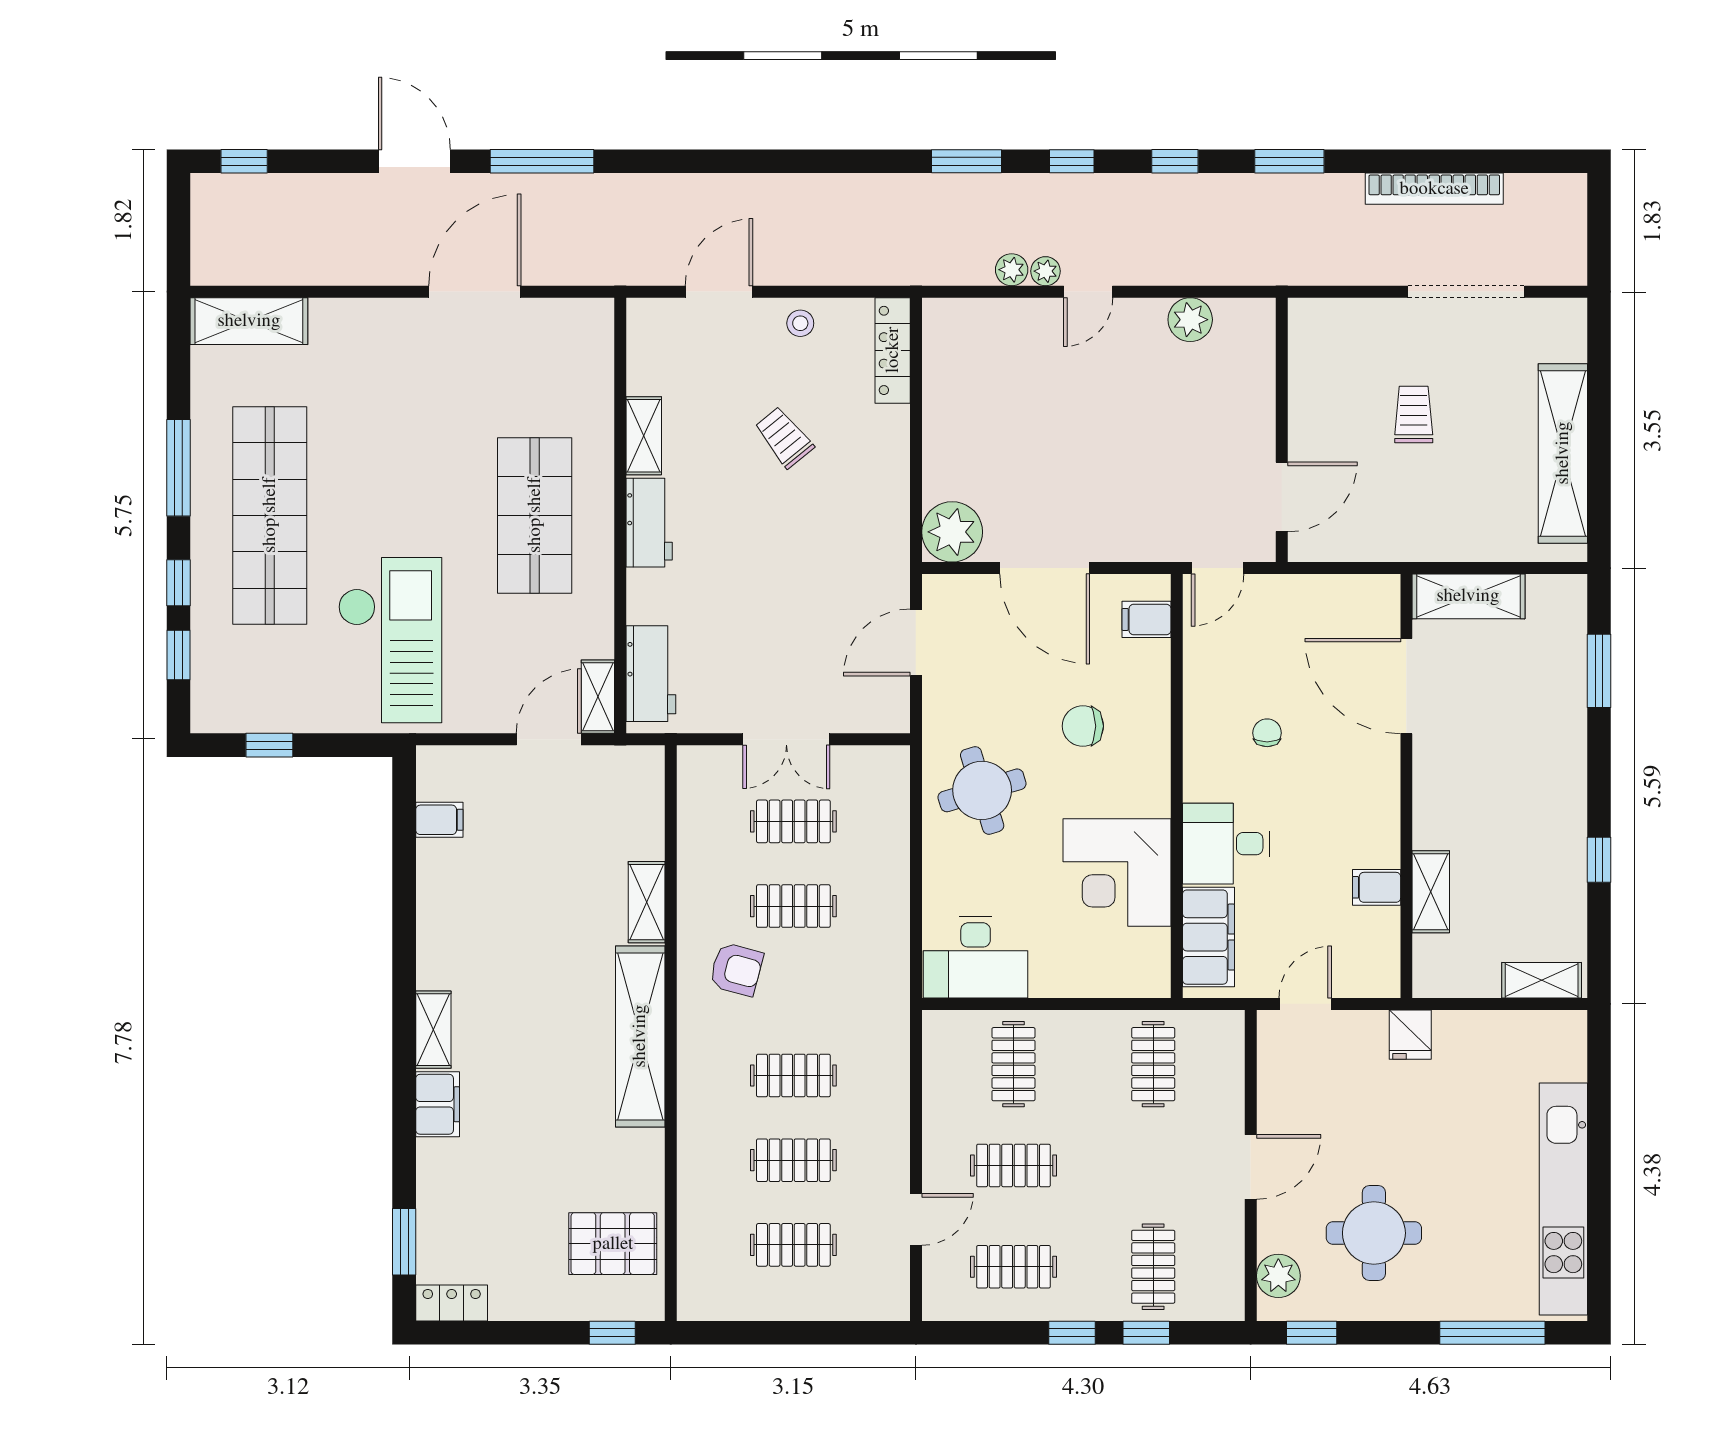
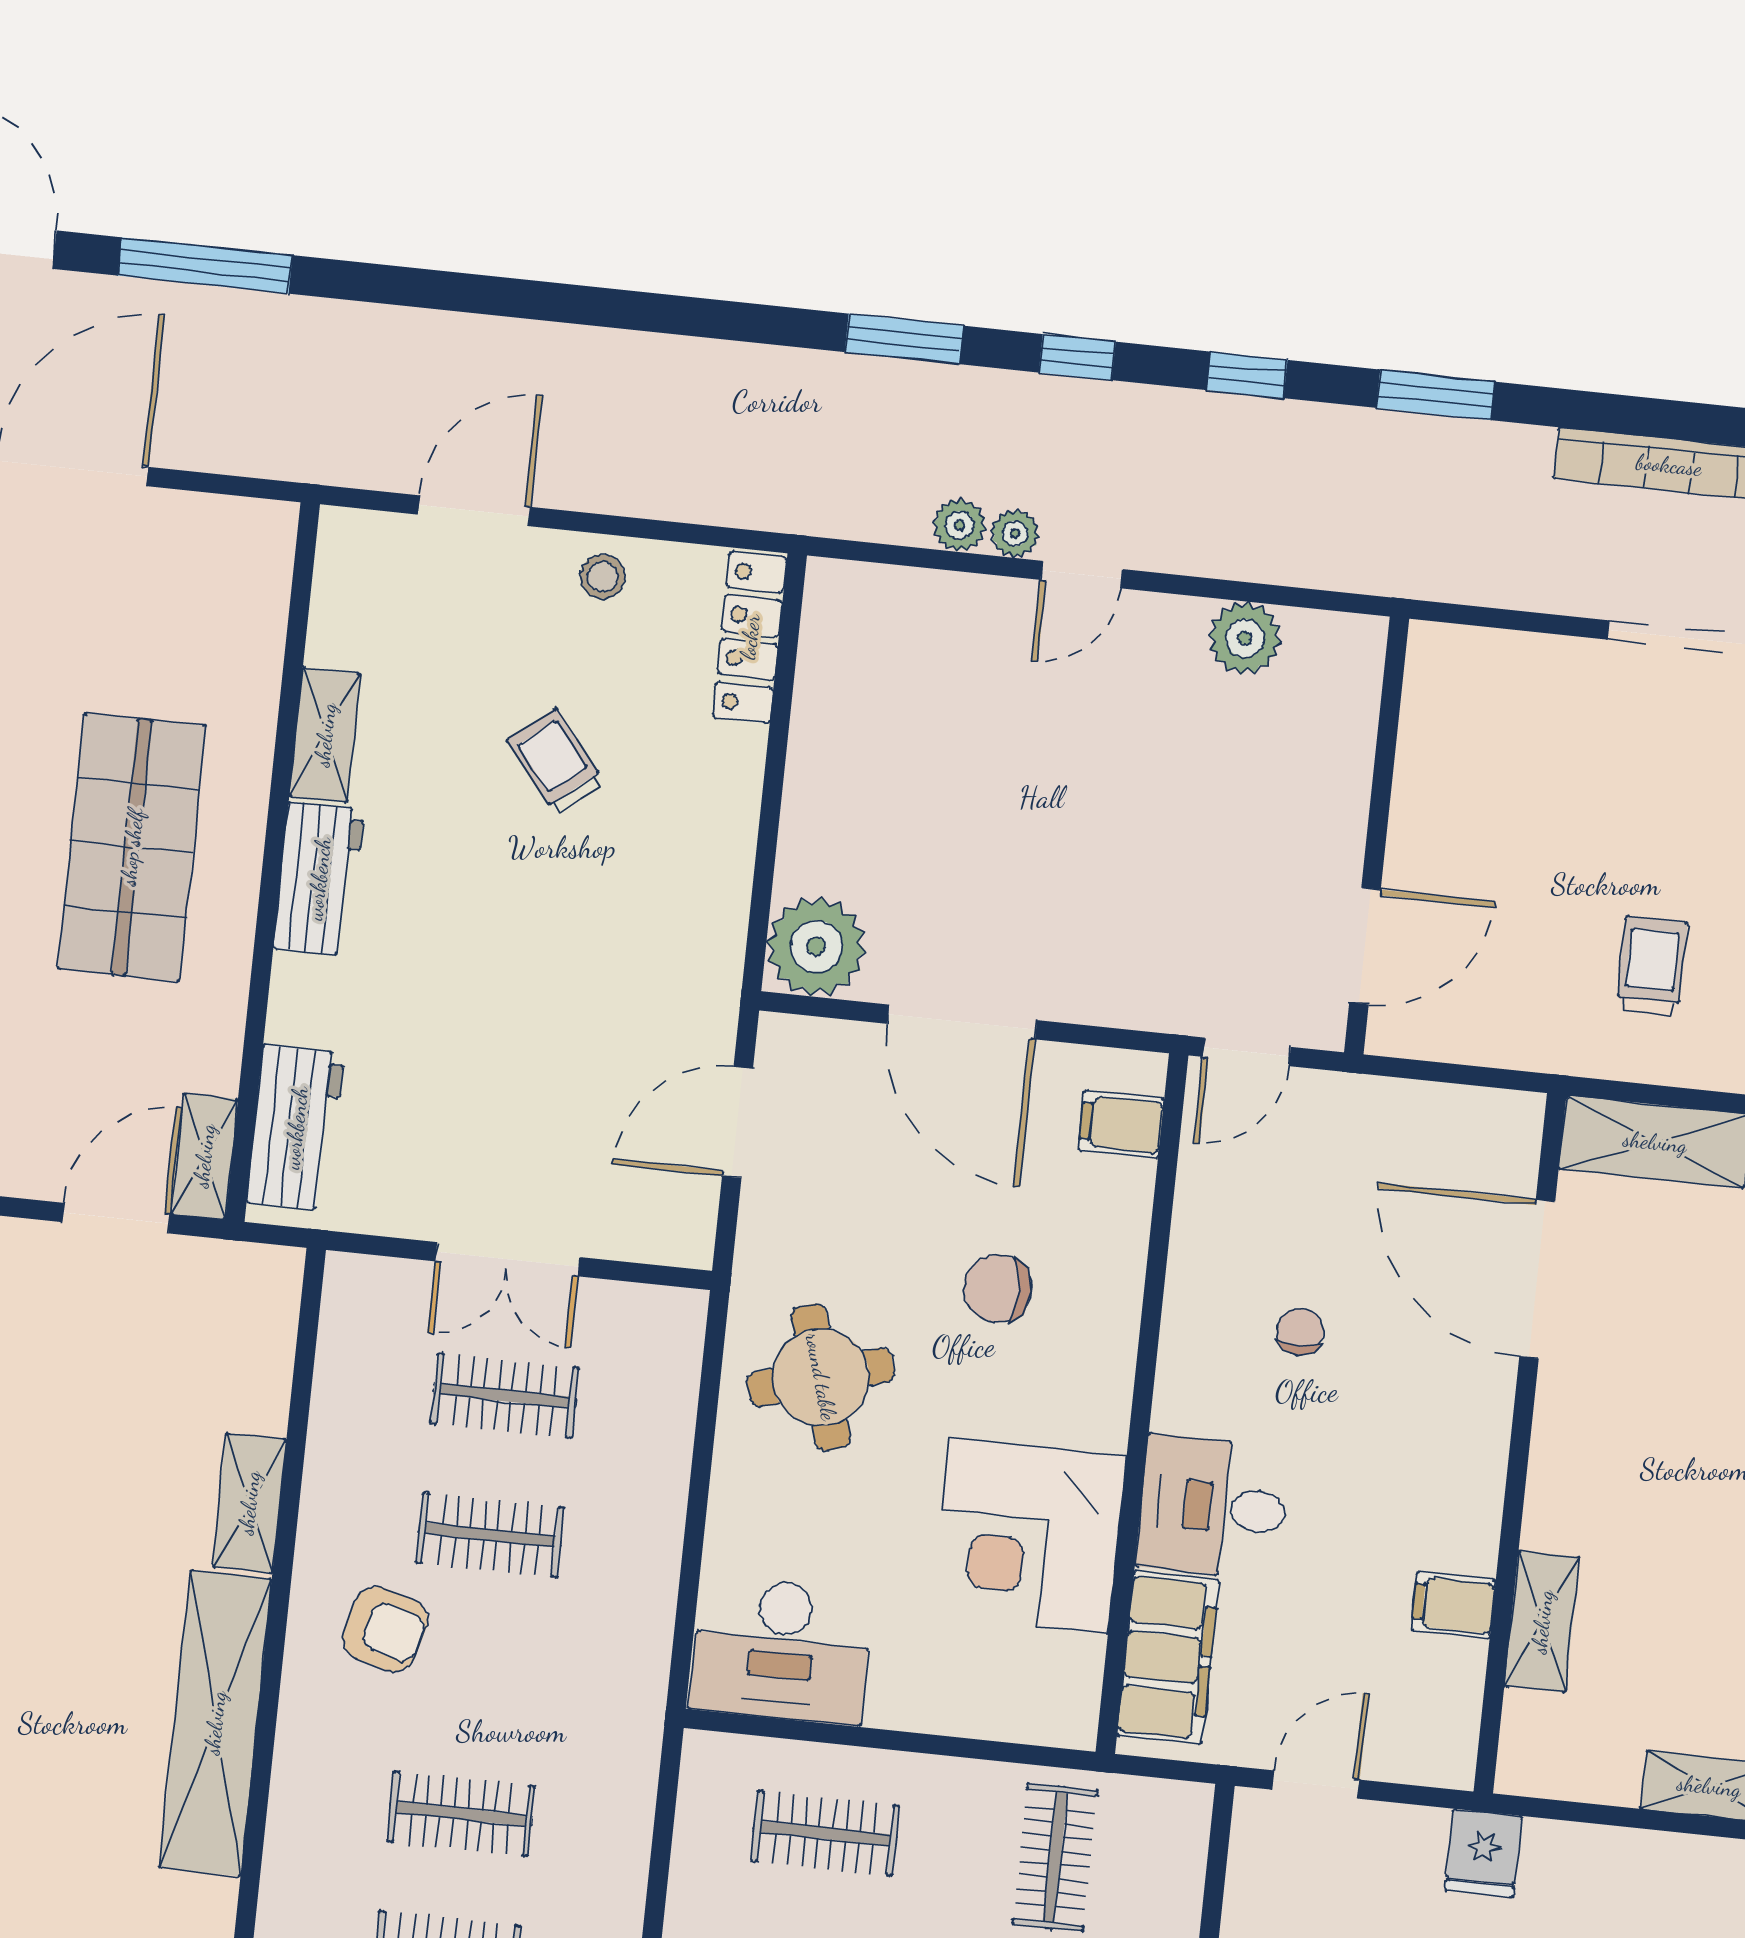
trolley: (1414, 414) -> (1652, 966), moved
clothes rail: (1013, 1064) -> (825, 1833), turned 90

